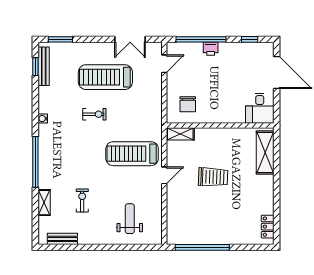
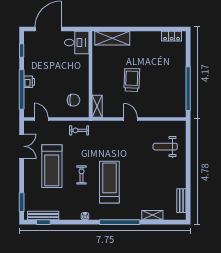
treadmill: (132, 154) -> (109, 182), moved, turned 180
exercise bike: (82, 201) -> (79, 130), moved

